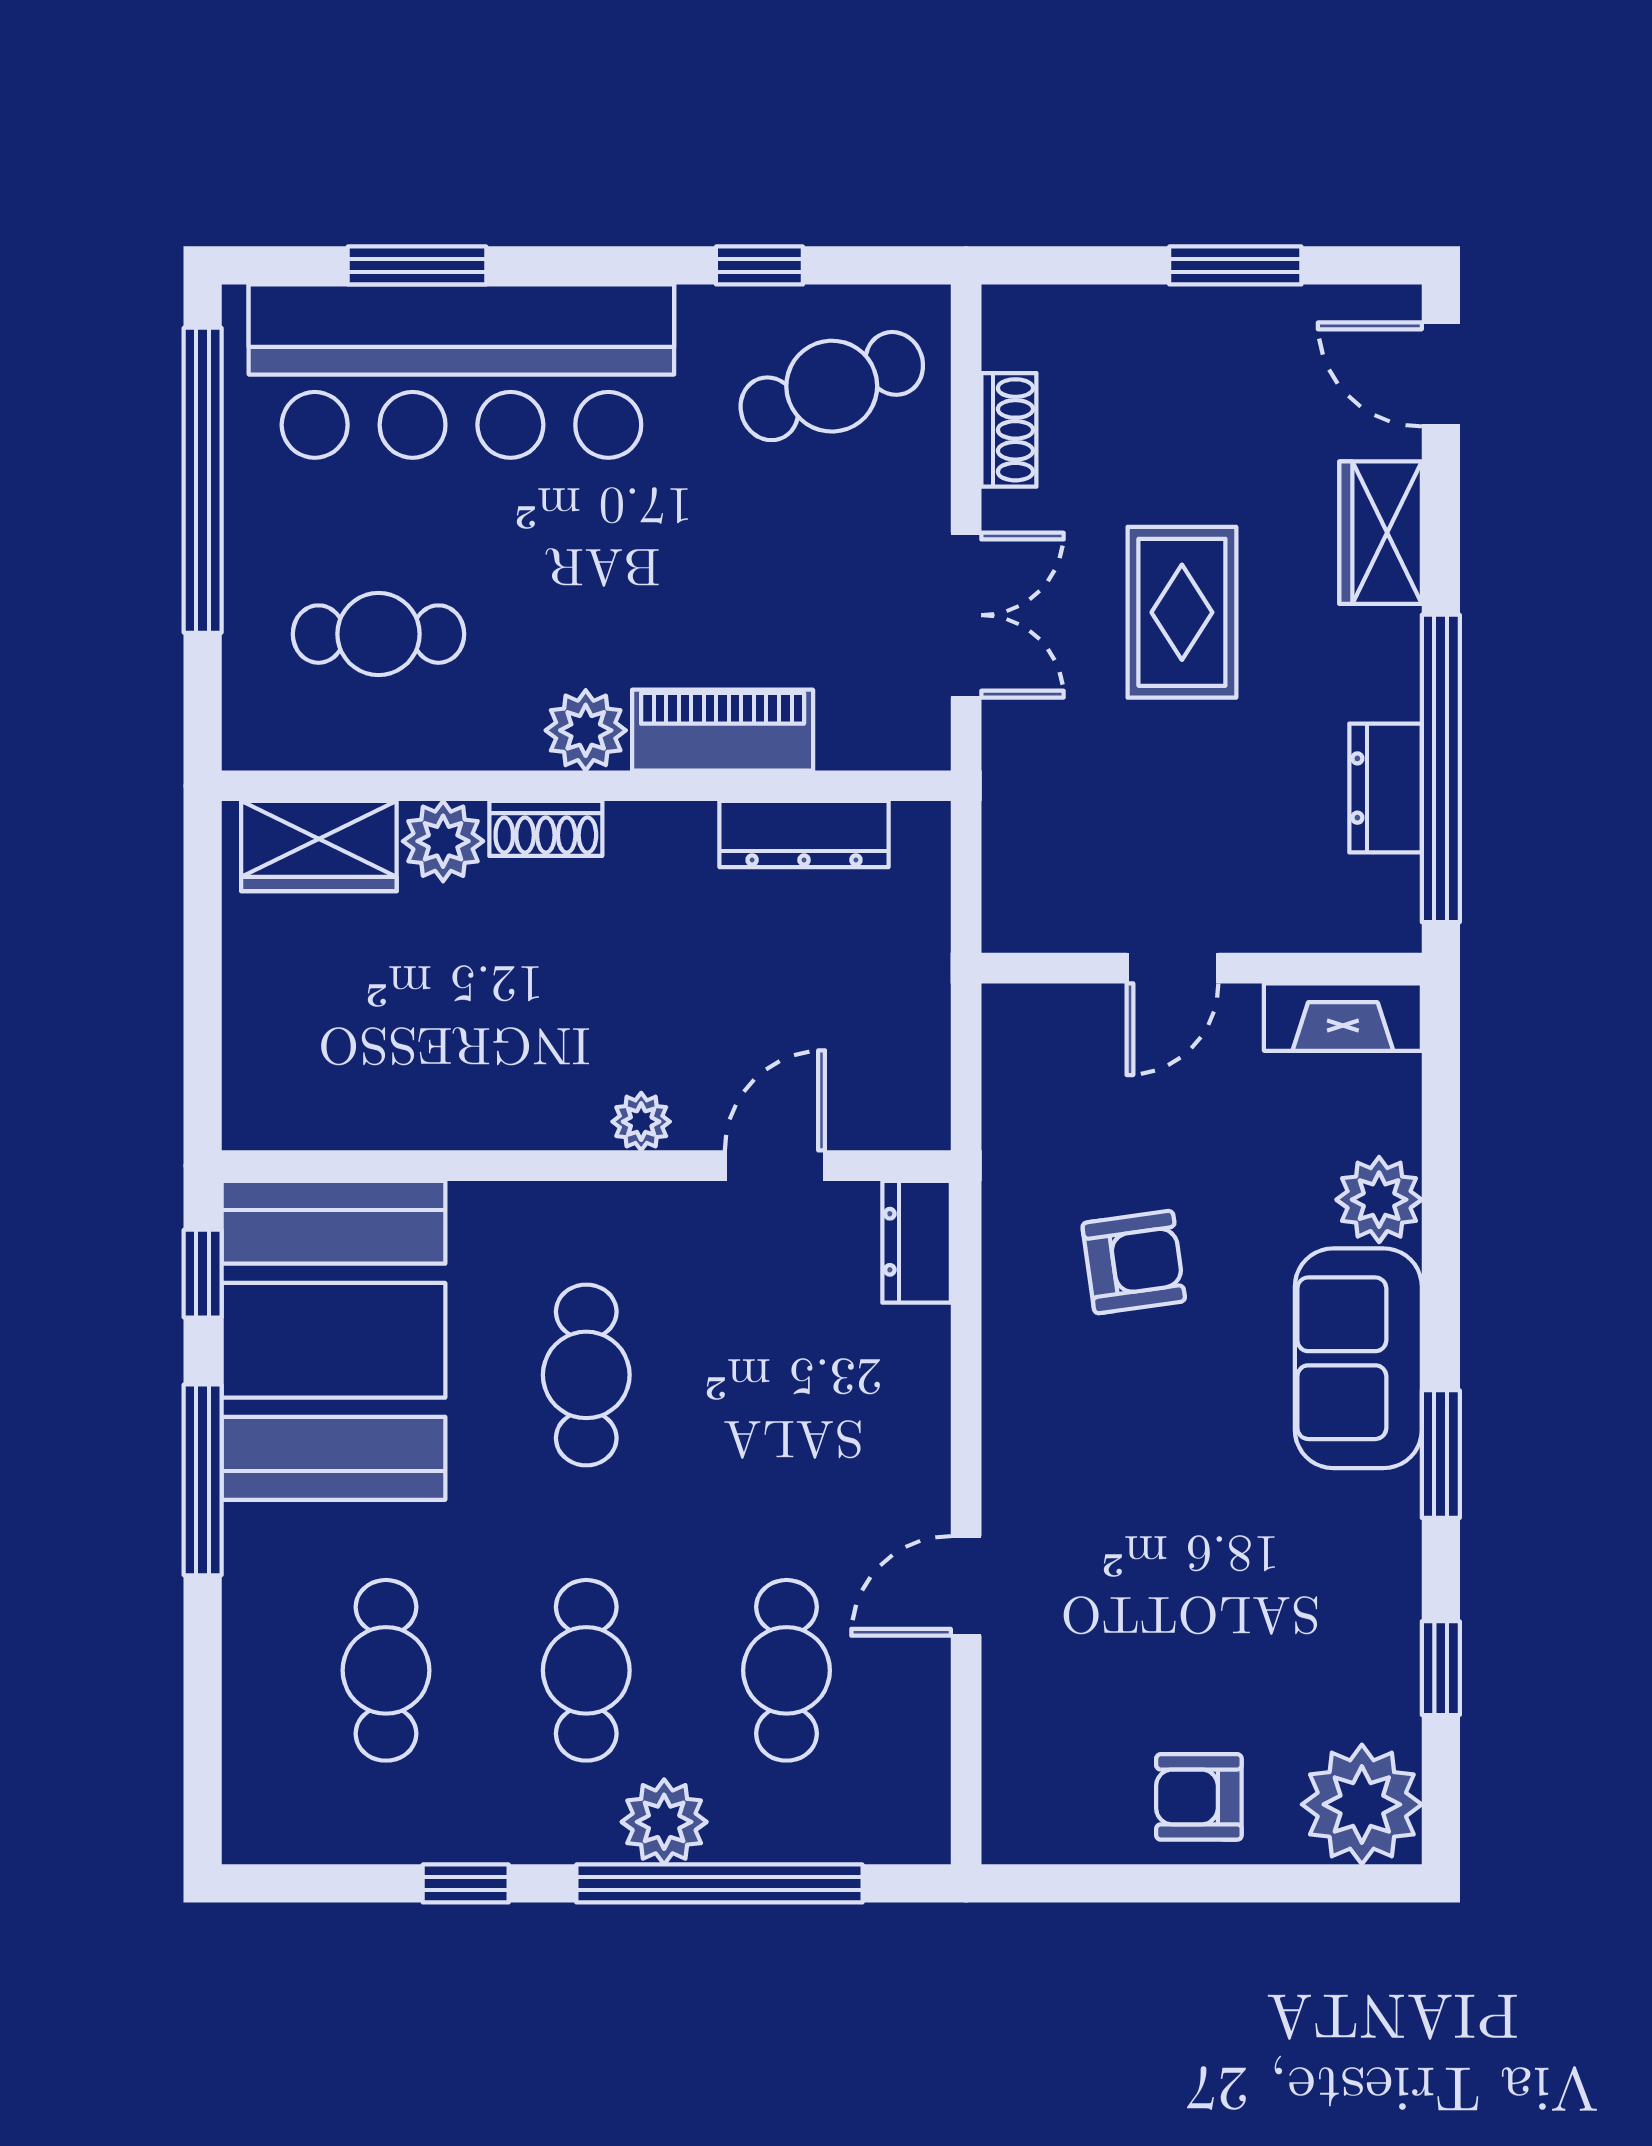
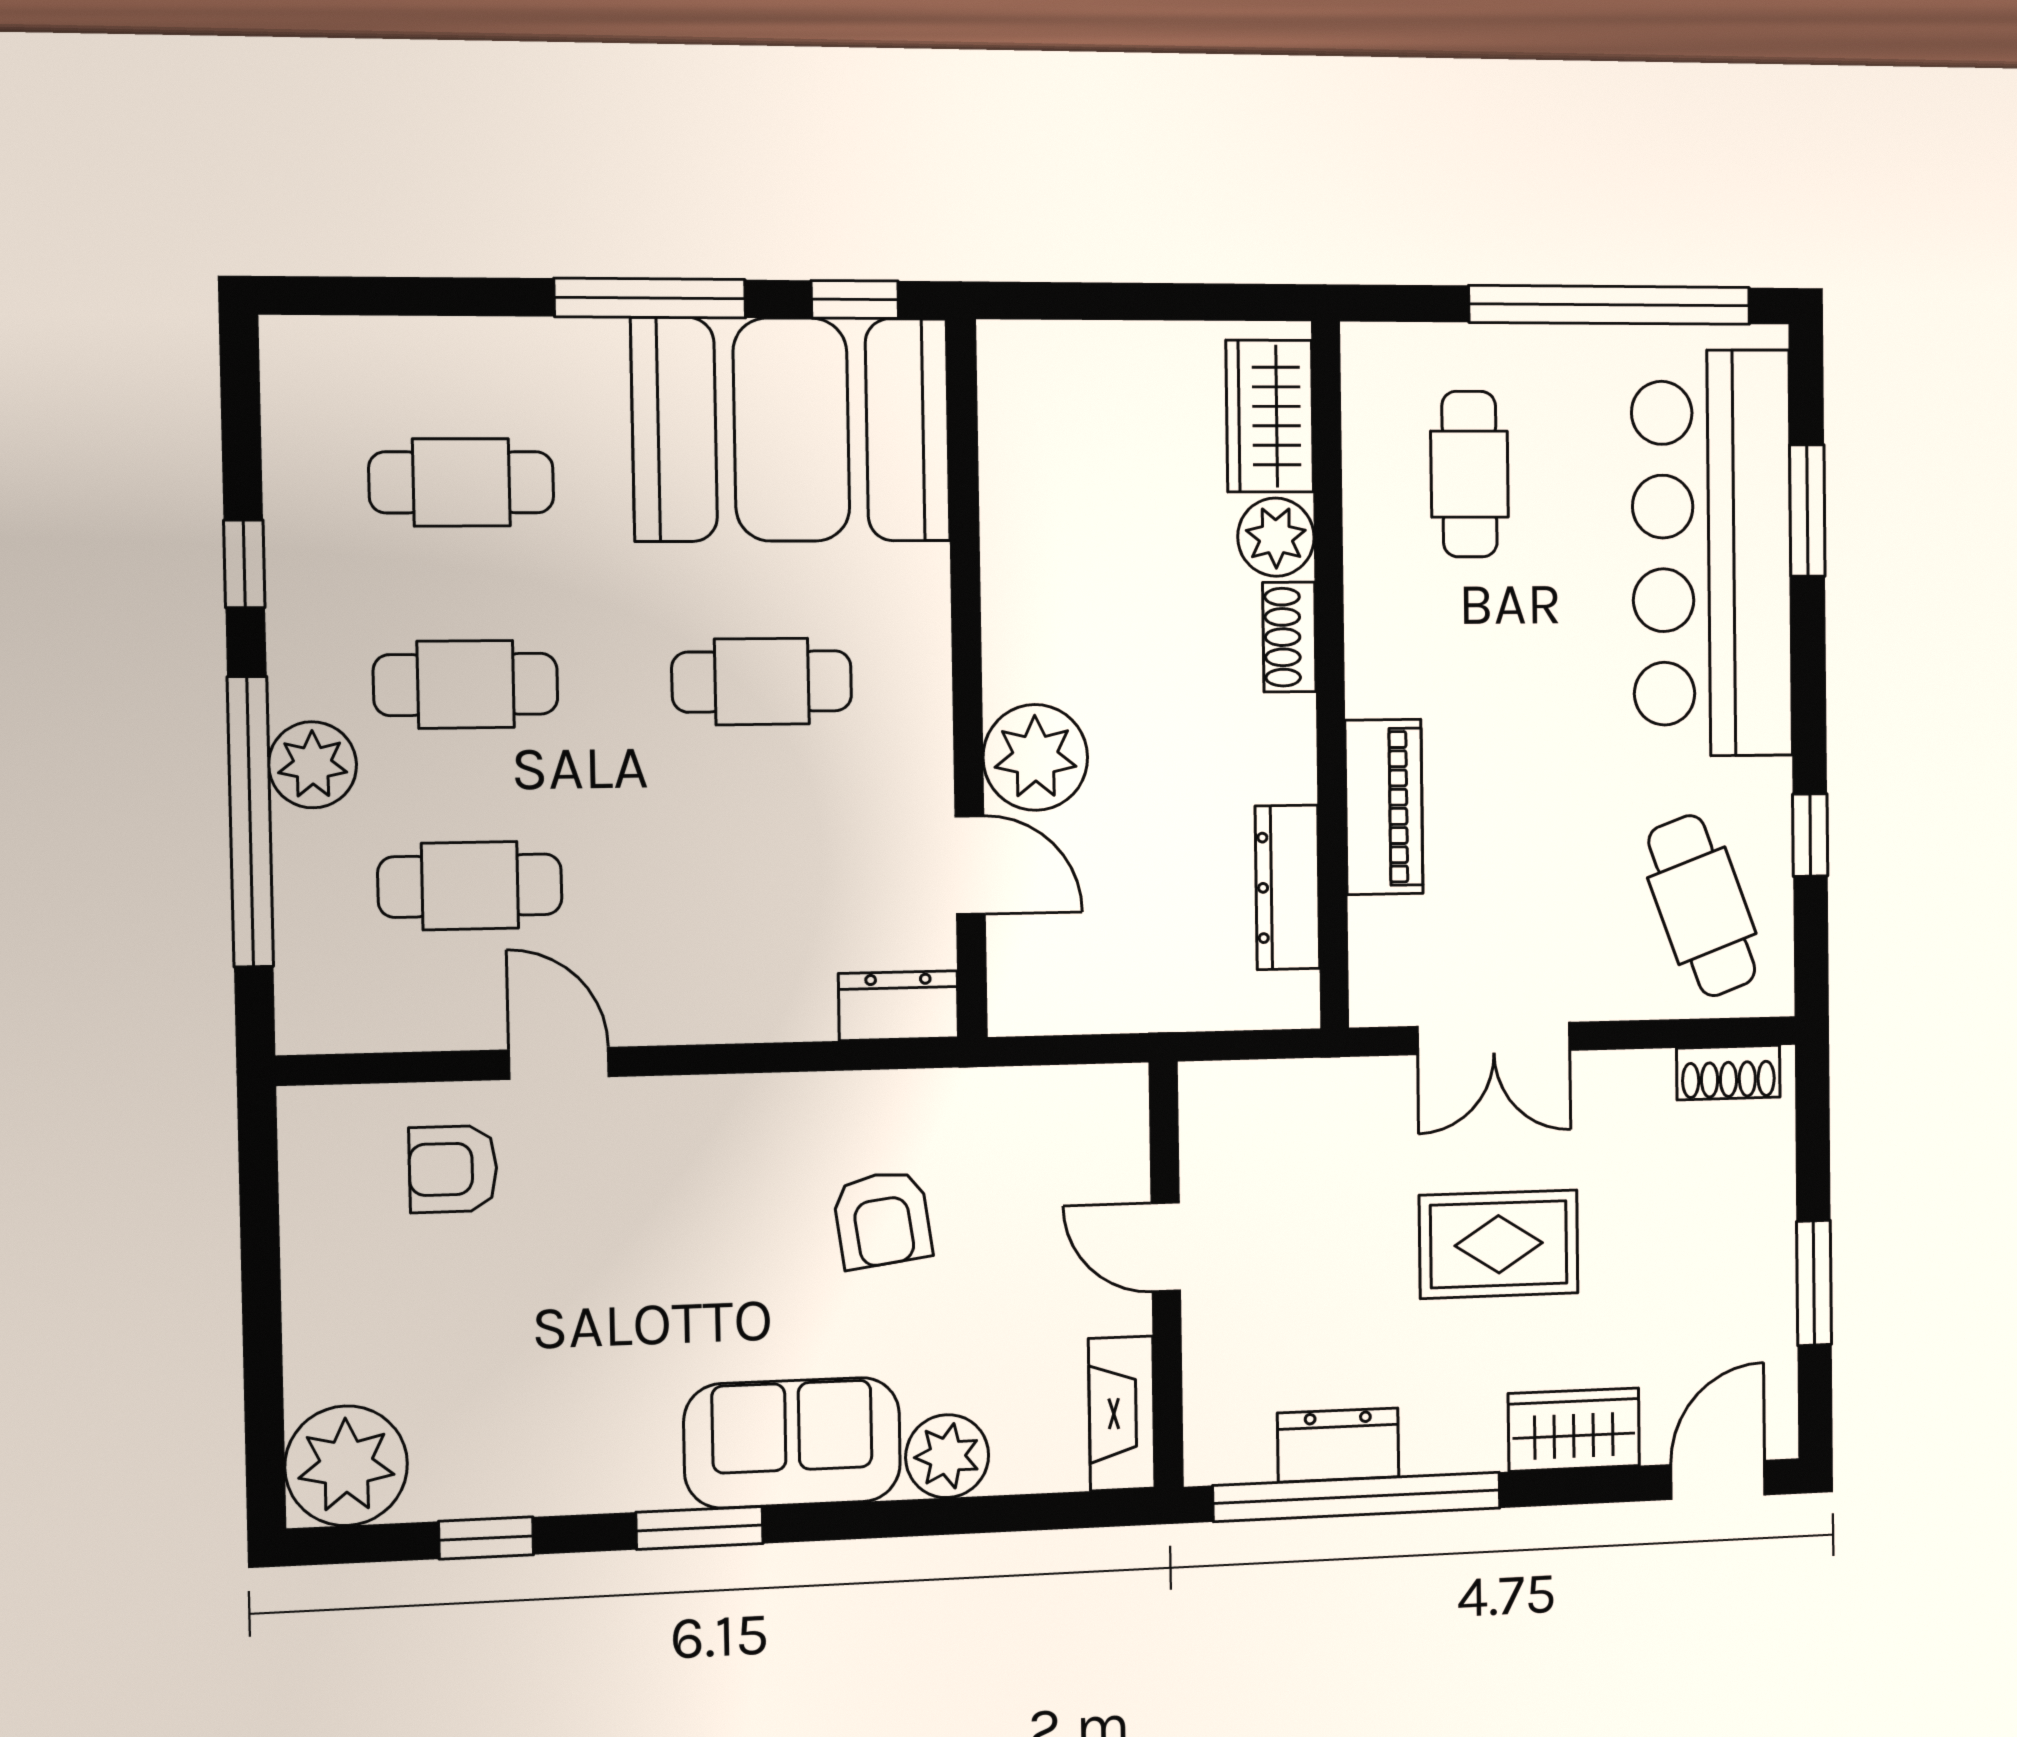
shoe rack: (1009, 430) -> (1728, 1073), moved
plant: (586, 730) -> (1382, 675), removed
plant: (641, 1122) -> (1035, 757), width x1.87, depth x1.87
armchair: (1199, 1797) -> (453, 1169), moved, turned -90

